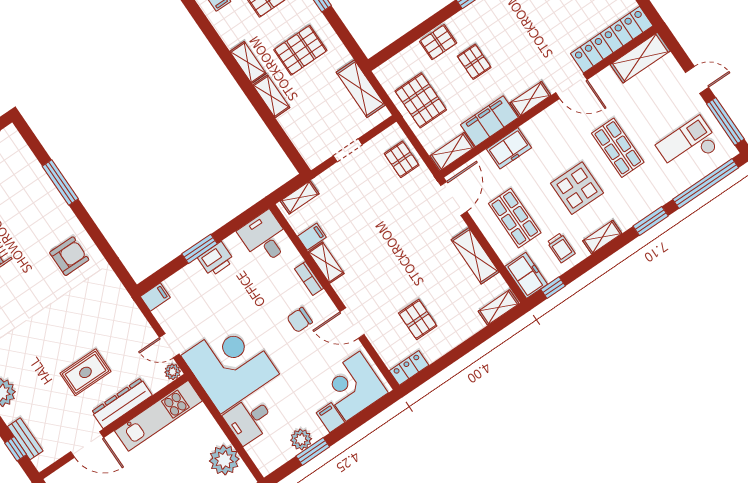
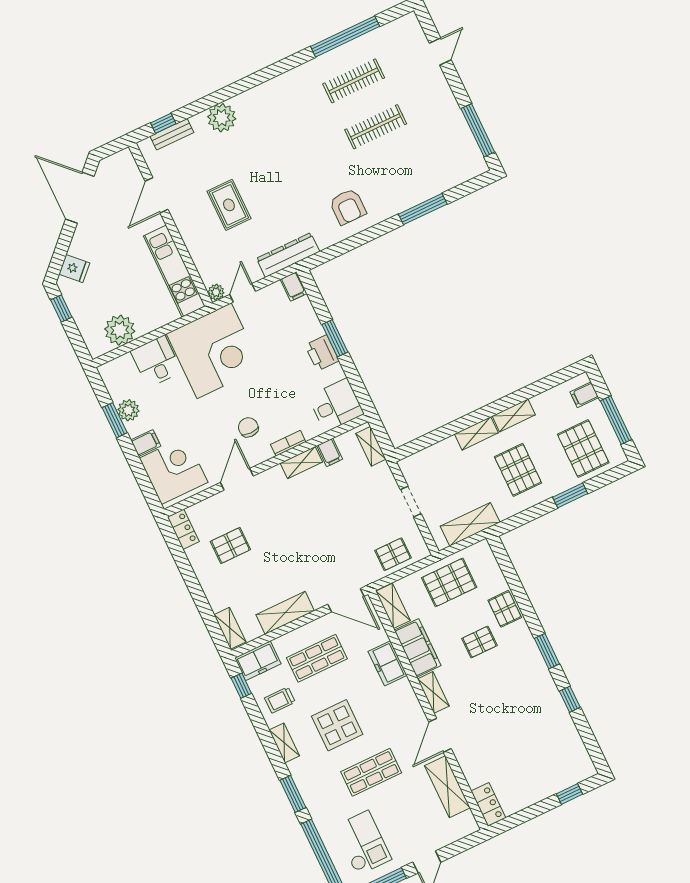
locker: (612, 40) -> (488, 804), width x0.46, depth x0.83
shelving: (640, 58) -> (447, 787), moved
dresser: (122, 403) -> (288, 255), moved, turned -90

